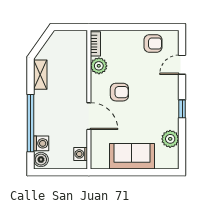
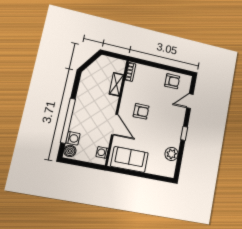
plant: (99, 66) -> (130, 89), removed
shelving: (40, 75) -> (116, 84), moved
sofa: (132, 156) -> (129, 160), moved

